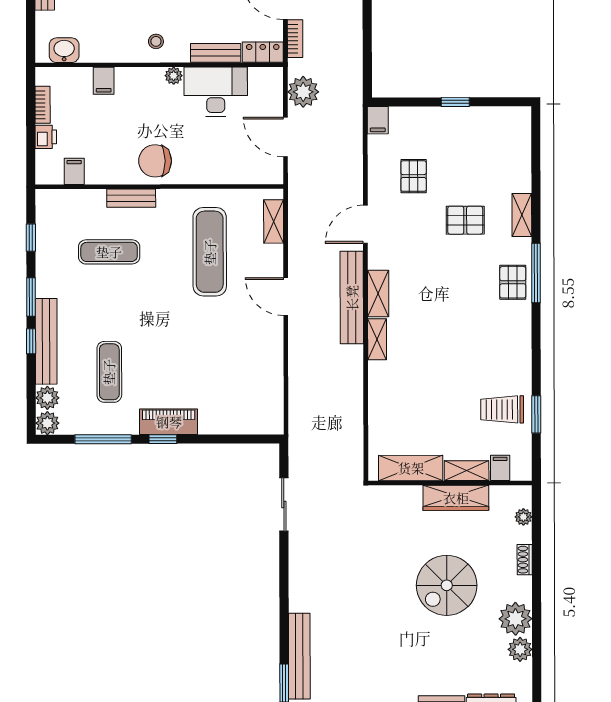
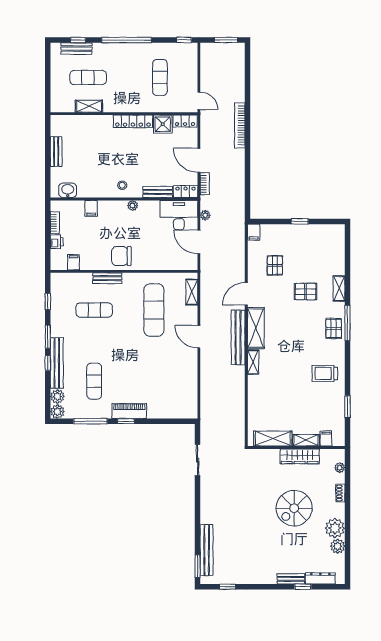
desk: (216, 92) -> (179, 215), moved
plant: (303, 92) -> (205, 215), width x0.53, depth x0.53
shelving: (378, 294) -> (256, 328), width x1.50, depth x1.33
trolley: (502, 409) -> (325, 373), moved

